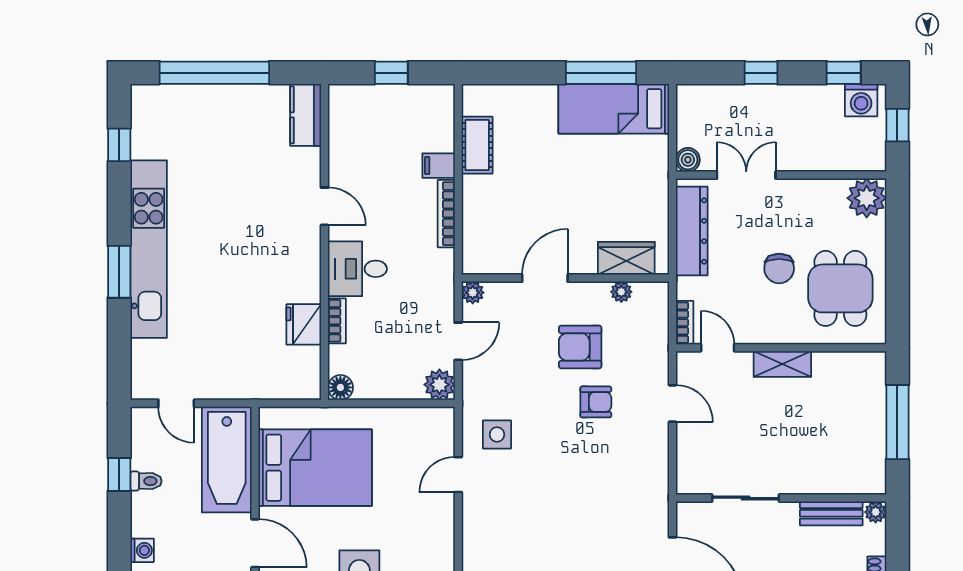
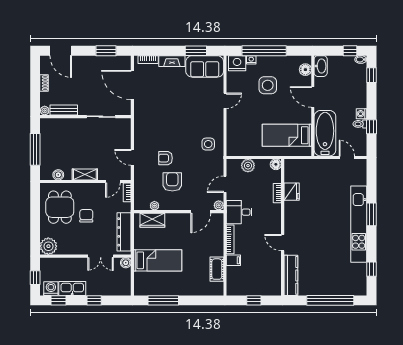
kitchen sink: (812, 100) -> (72, 289), added
bed: (614, 109) -> (158, 260), moved
kitchen counter: (306, 115) -> (291, 275), width x1.50
desk: (357, 269) -> (239, 212), moved, turned 180
door: (545, 278) -> (201, 212), moved
armchair: (580, 347) -> (172, 182), turned -90
door: (718, 348) -> (113, 182), hinge flipped
boiler: (844, 363) -> (58, 175), added
plant: (439, 385) -> (248, 166), moved
bed: (315, 468) -> (287, 135), width x0.67
door: (458, 475) -> (225, 101), moved
washing machine: (142, 550) -> (362, 114), moved

